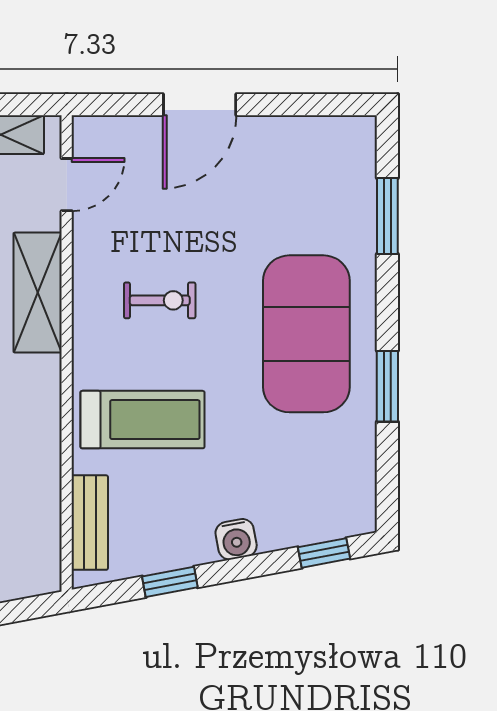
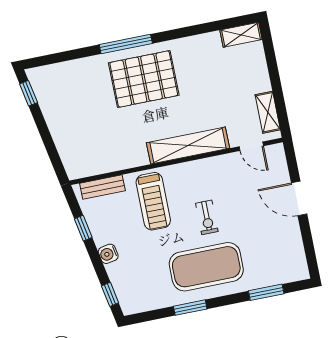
shelving: (38, 293) -> (188, 145), width x1.47
exercise bike: (160, 300) -> (207, 217), moved

